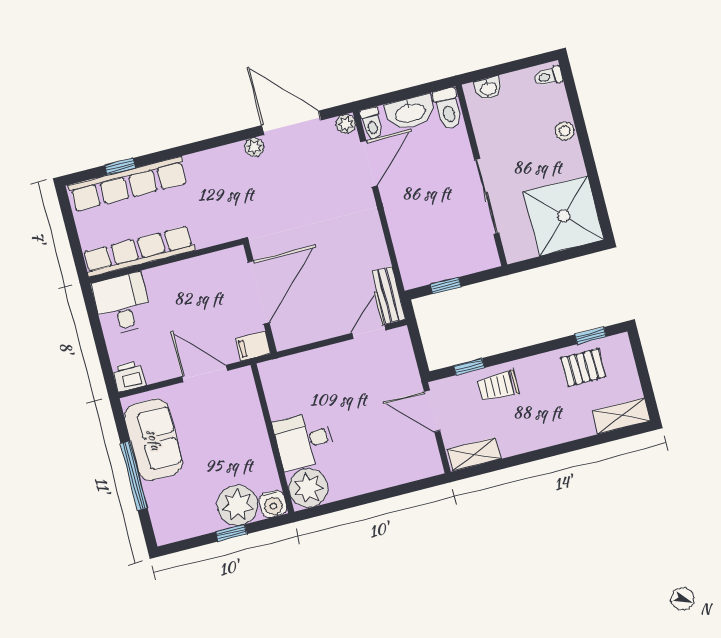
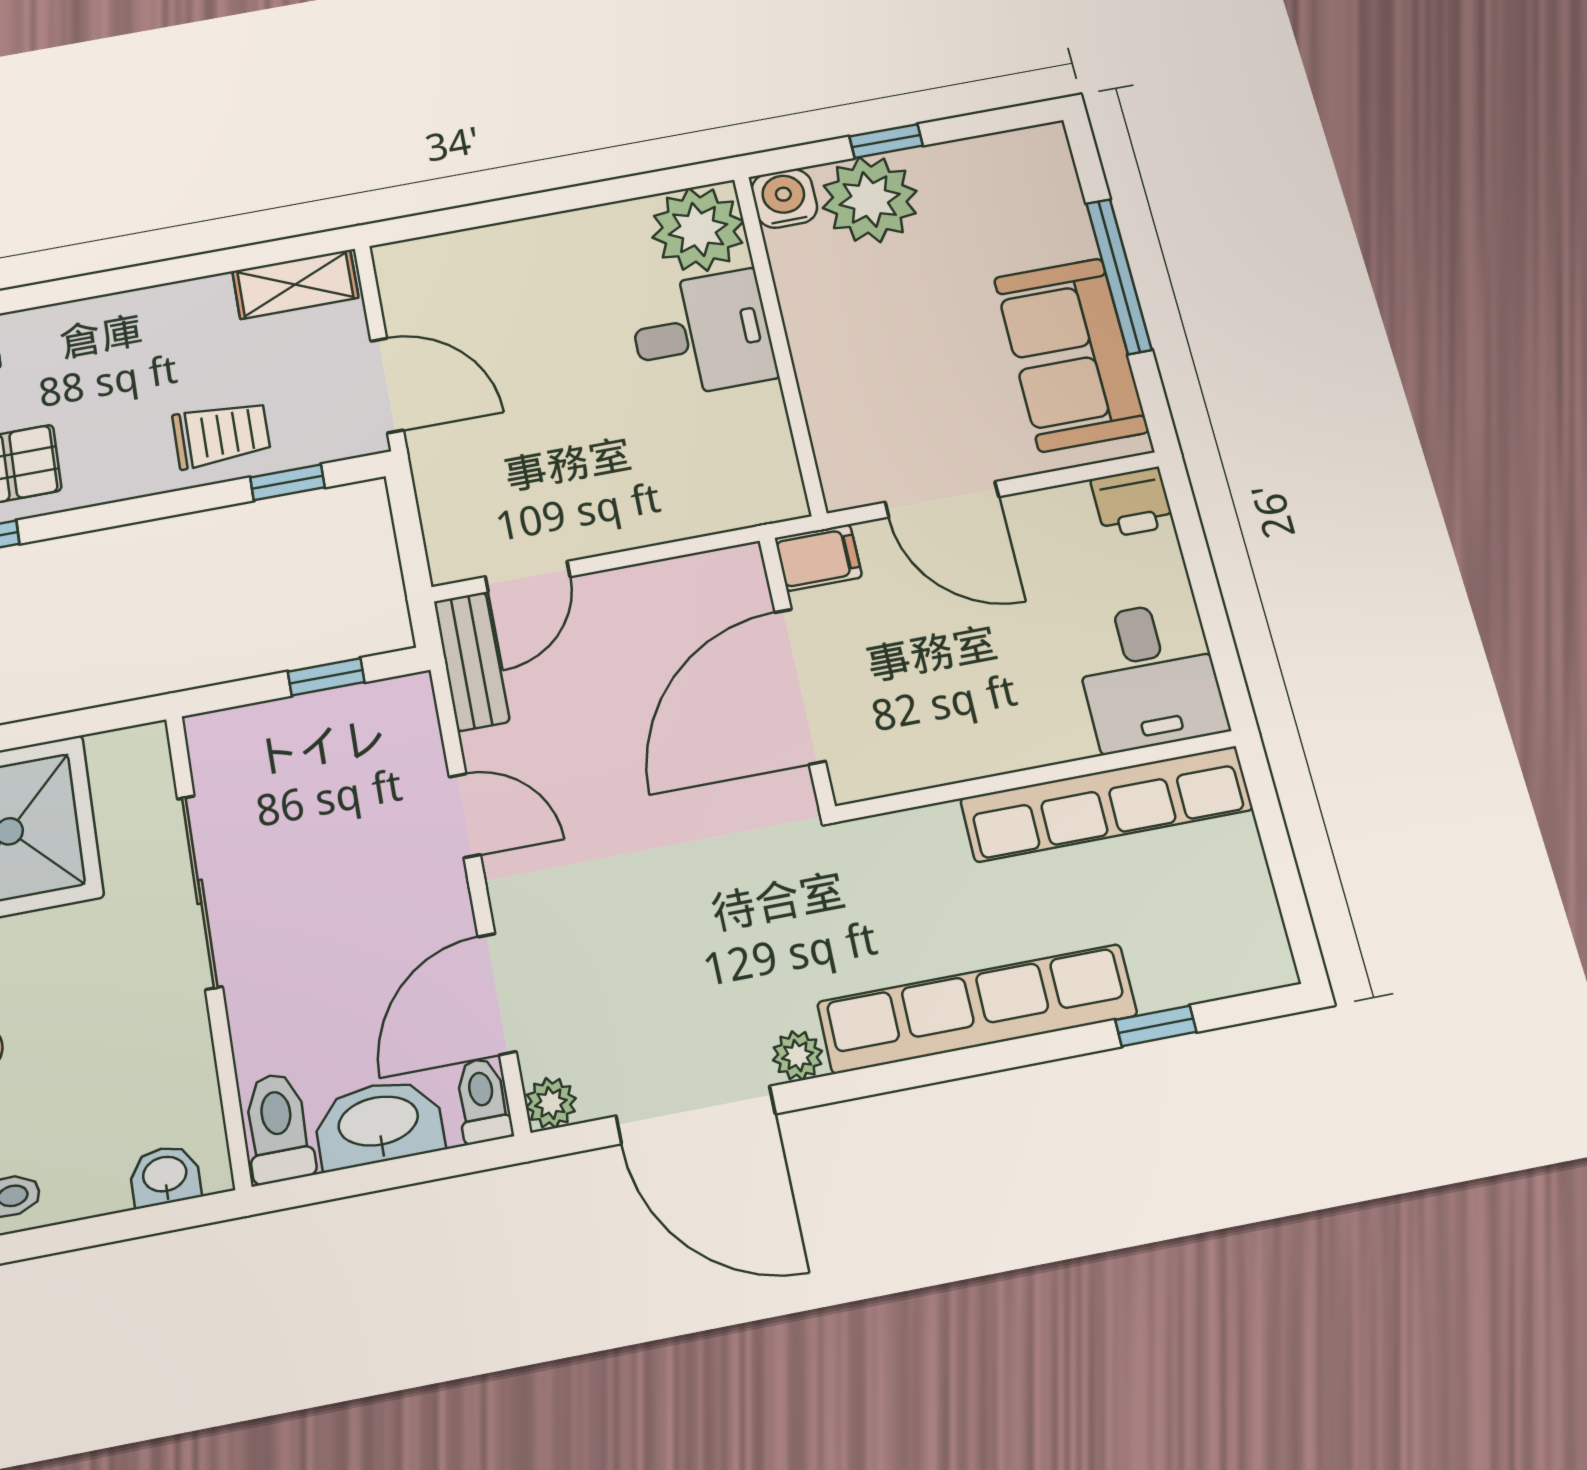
row of seats: (128, 184) -> (977, 1009), moved
door: (387, 233) -> (465, 816), added

